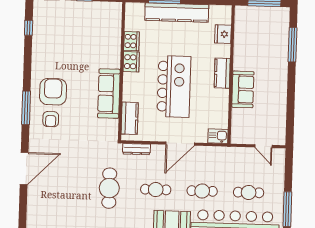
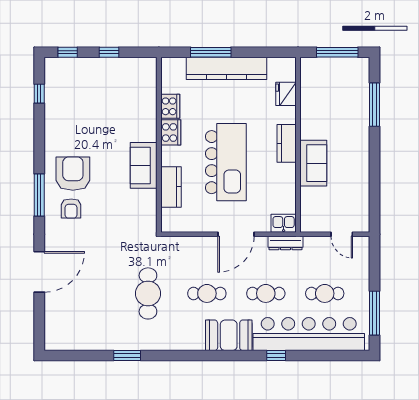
sofa: (109, 94) -> (144, 165), width x0.73
kitchen counter: (130, 118) -> (171, 187), moved
dresser: (136, 149) -> (285, 243), moved

